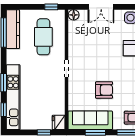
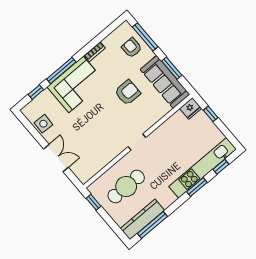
floor lamp: (74, 15) -> (84, 176), removed
armchair: (104, 90) -> (127, 93), turned 90

